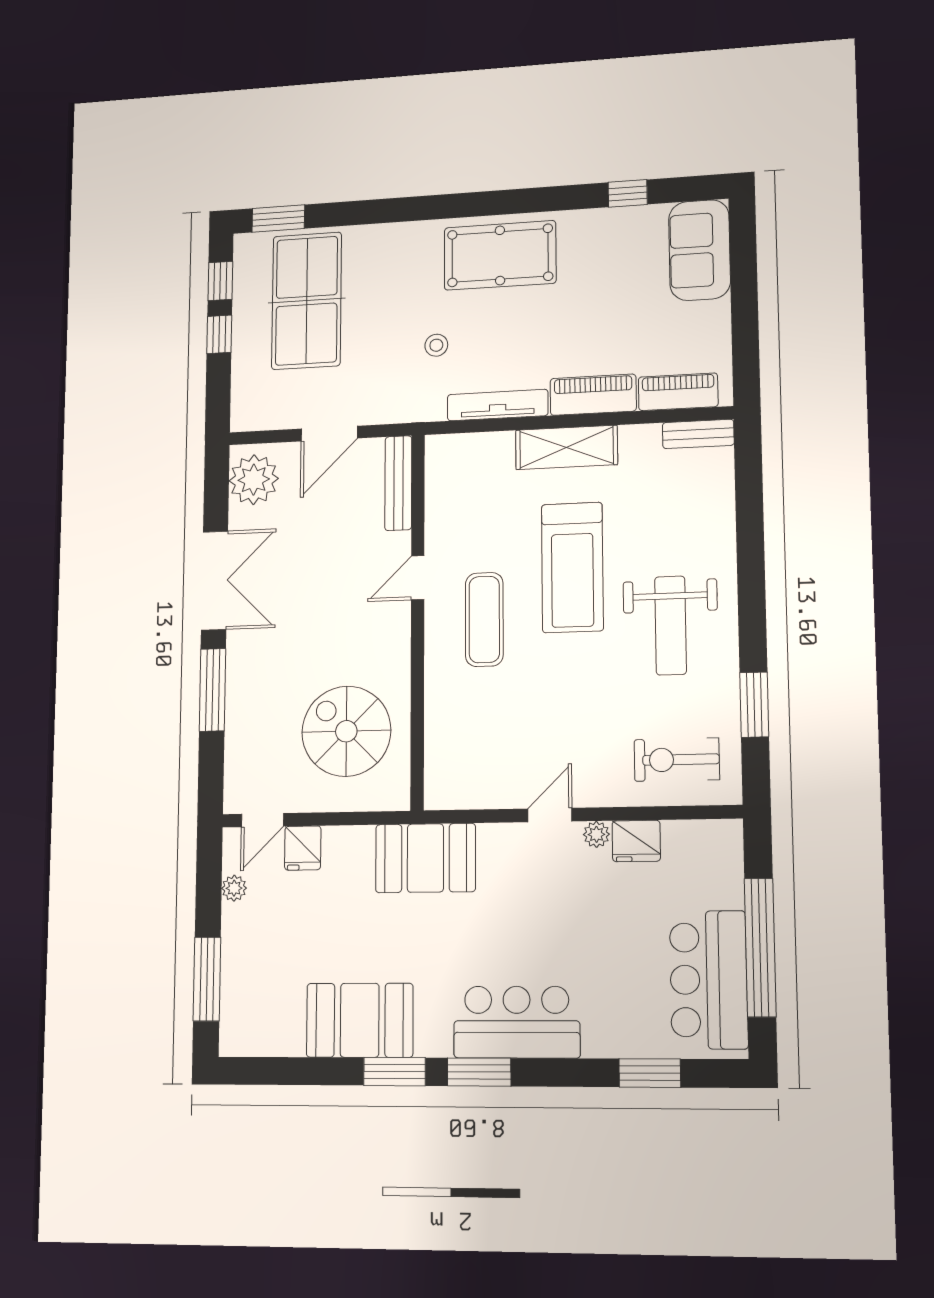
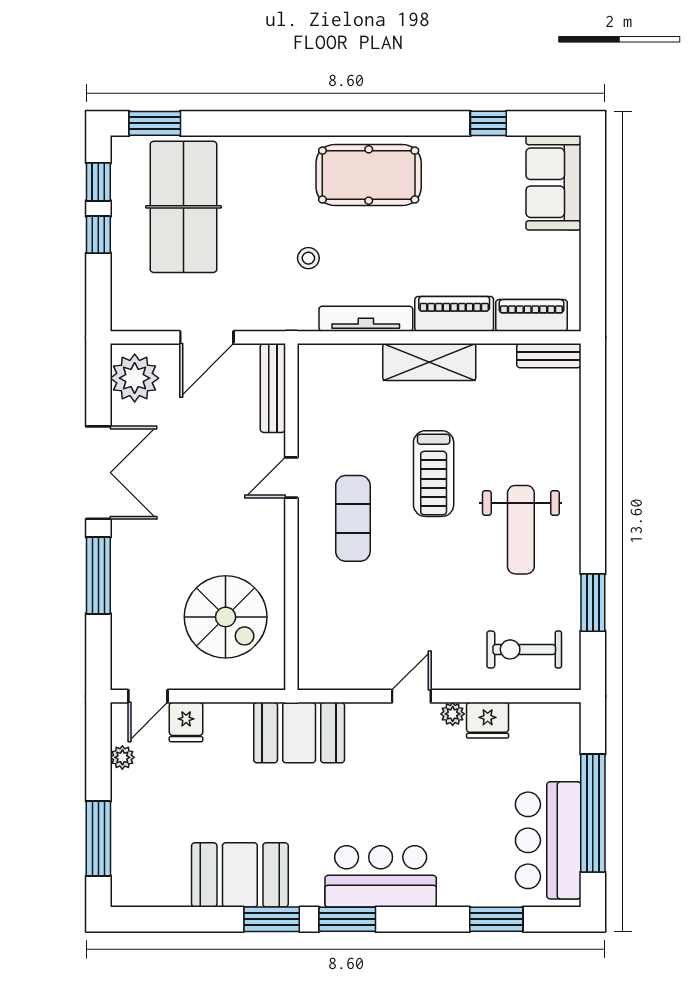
treadmill: (572, 567) -> (434, 474), width x0.73, depth x0.73
spiral stairs: (346, 731) -> (226, 617), turned 180

